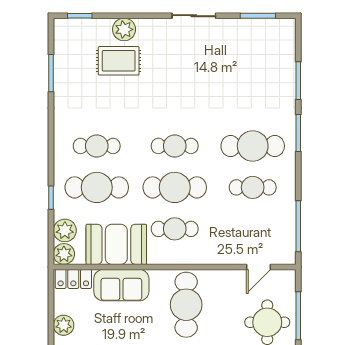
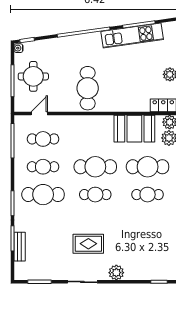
plant: (124, 29) -> (116, 273), moved
rug: (119, 61) -> (88, 244), moved
bench: (288, 68) -> (20, 247), added
cafe table: (175, 229) -> (43, 139), moved
sofa: (121, 285) -> (131, 101), removed

